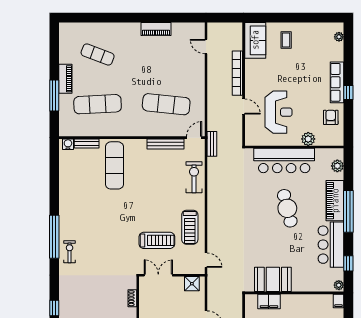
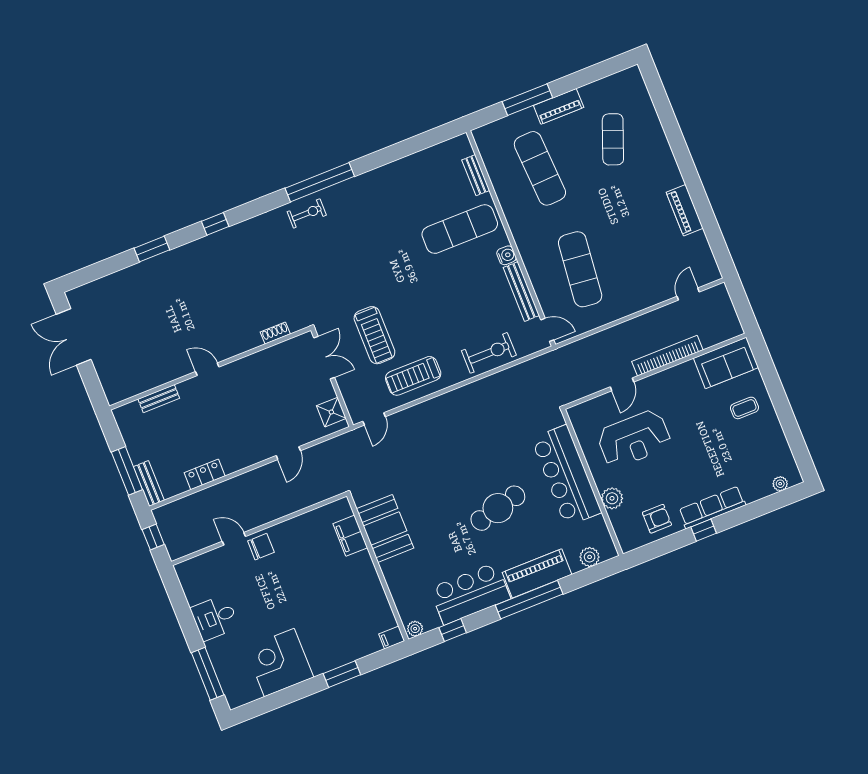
water cooler: (68, 144) -> (507, 255), moved
bench: (212, 144) -> (548, 360), removed

